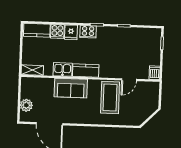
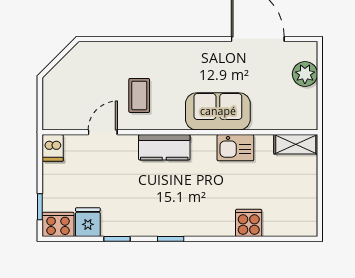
kitchen counter: (37, 30) -> (290, 224), removed
fridge: (71, 32) -> (88, 222), moved
cooker: (88, 32) -> (58, 224), moved
kitchen counter: (86, 70) -> (164, 147), moved
coffee table: (110, 97) -> (139, 95), width x0.54, depth x0.58

